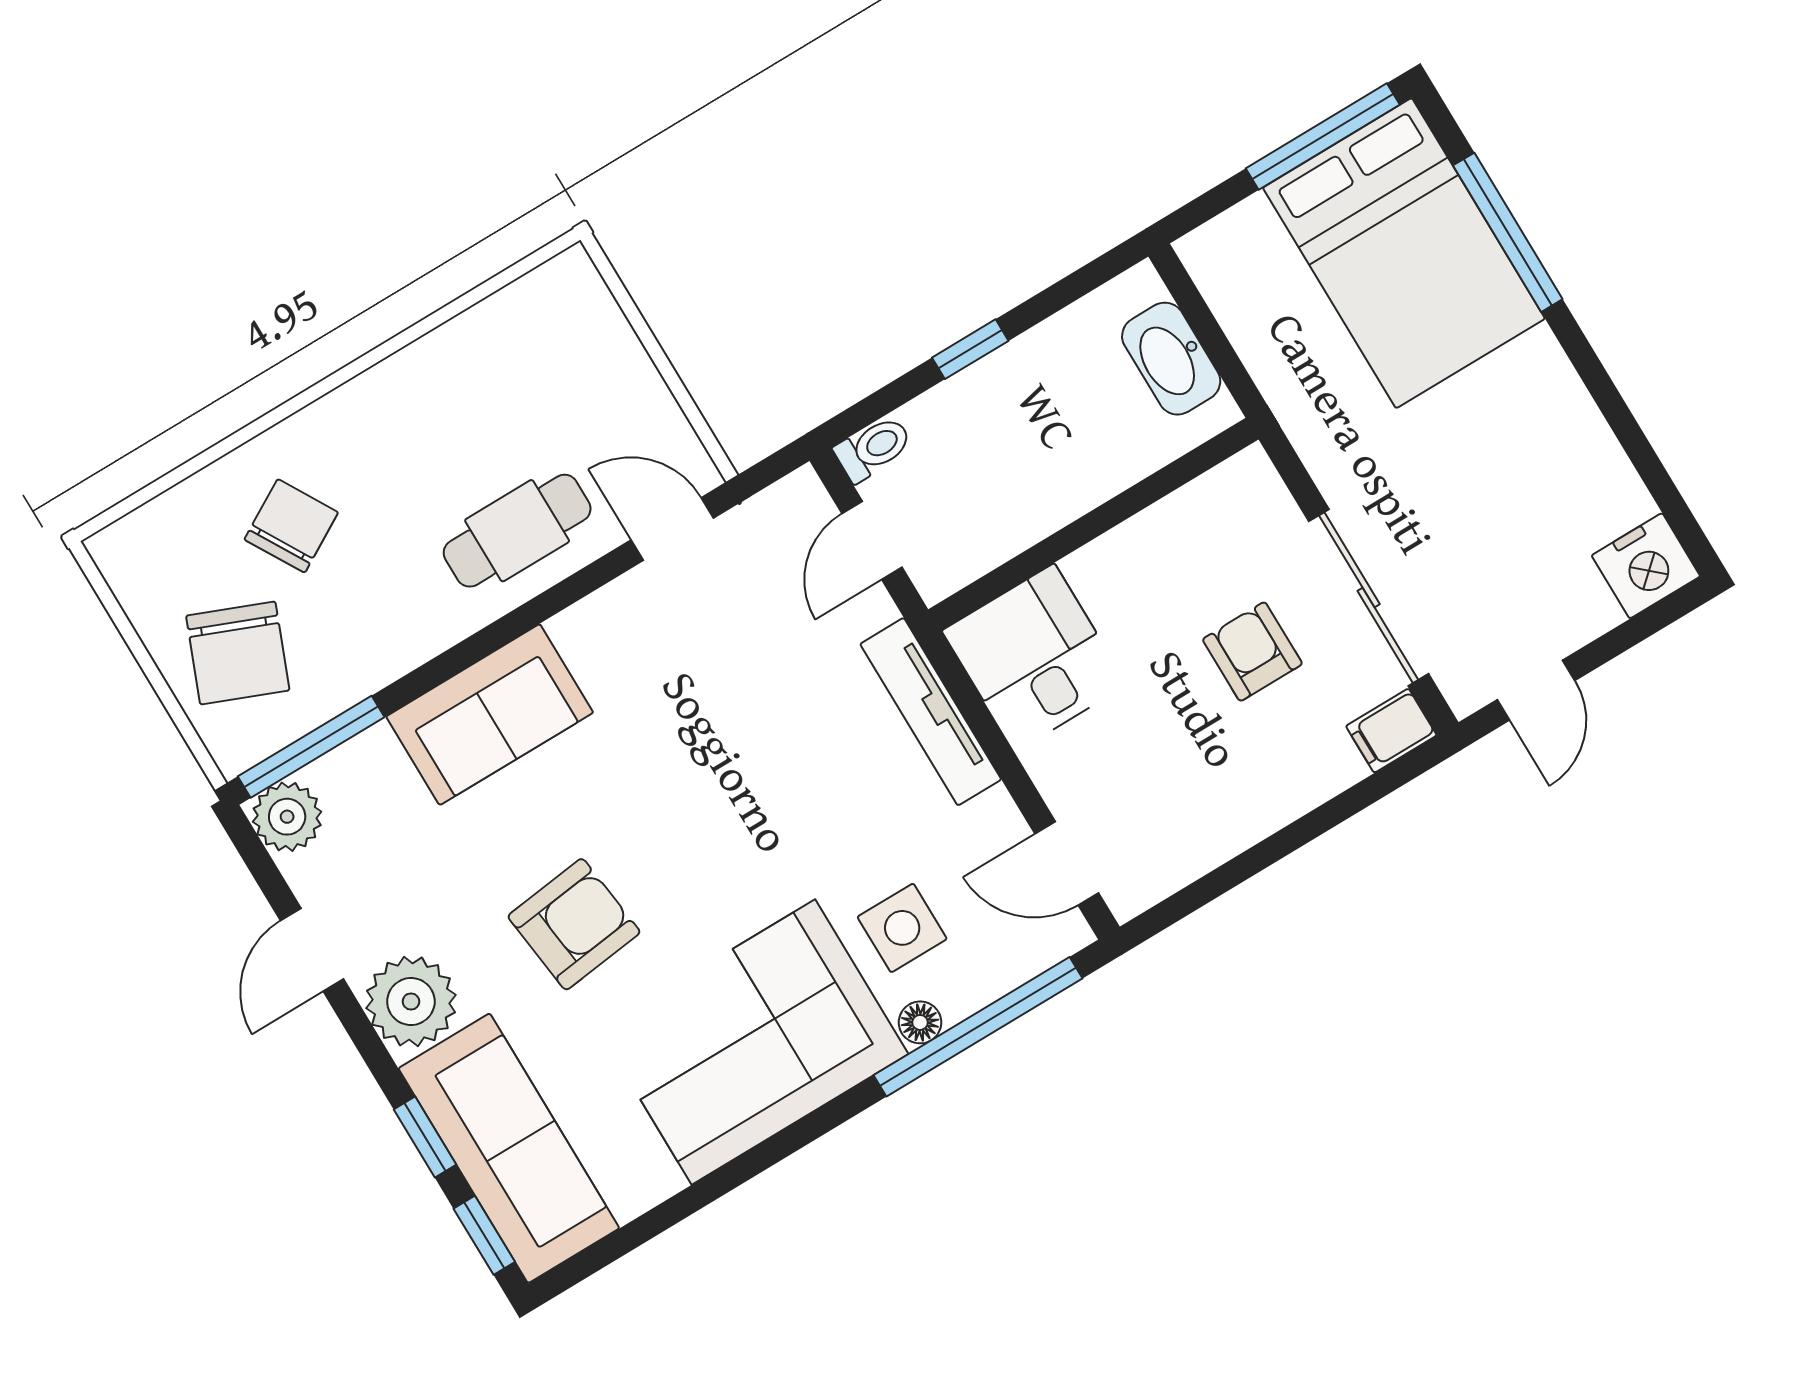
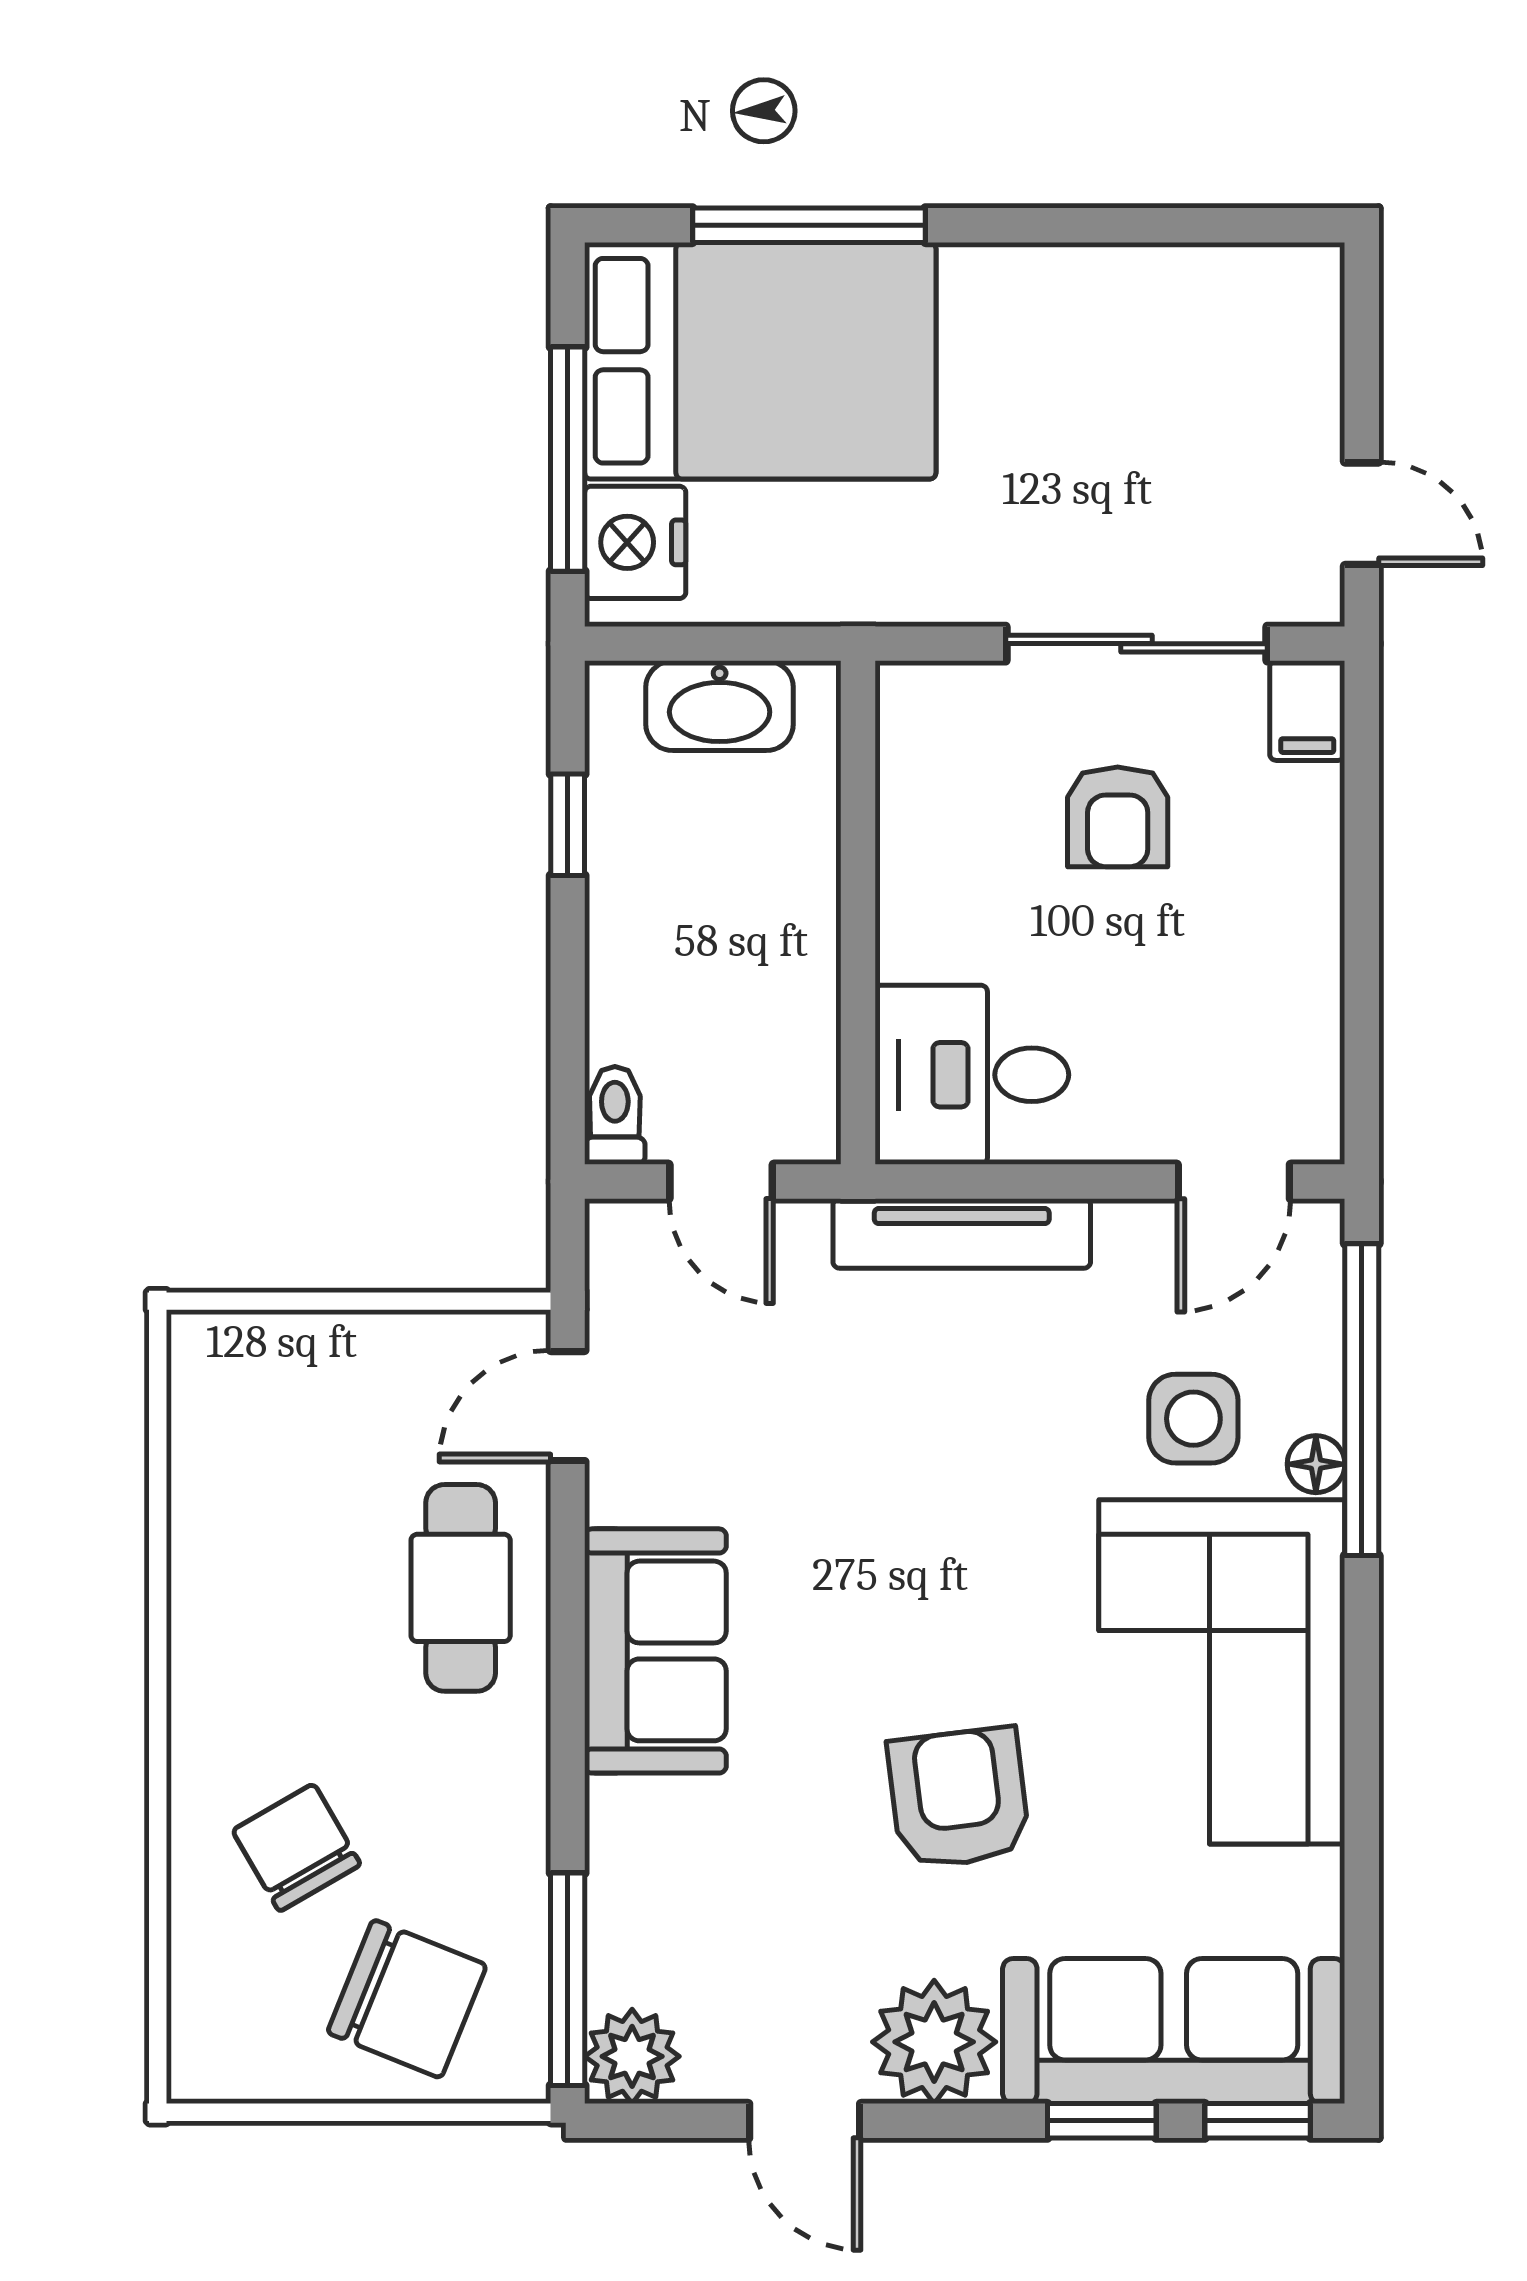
window: (1323, 137) -> (568, 459), moved
window: (970, 349) -> (568, 825), moved
nightstand: (1646, 566) -> (635, 542), moved, turned 180
armchair: (1252, 652) -> (1118, 817), turned -90
sofa: (490, 715) -> (655, 1651), moved

